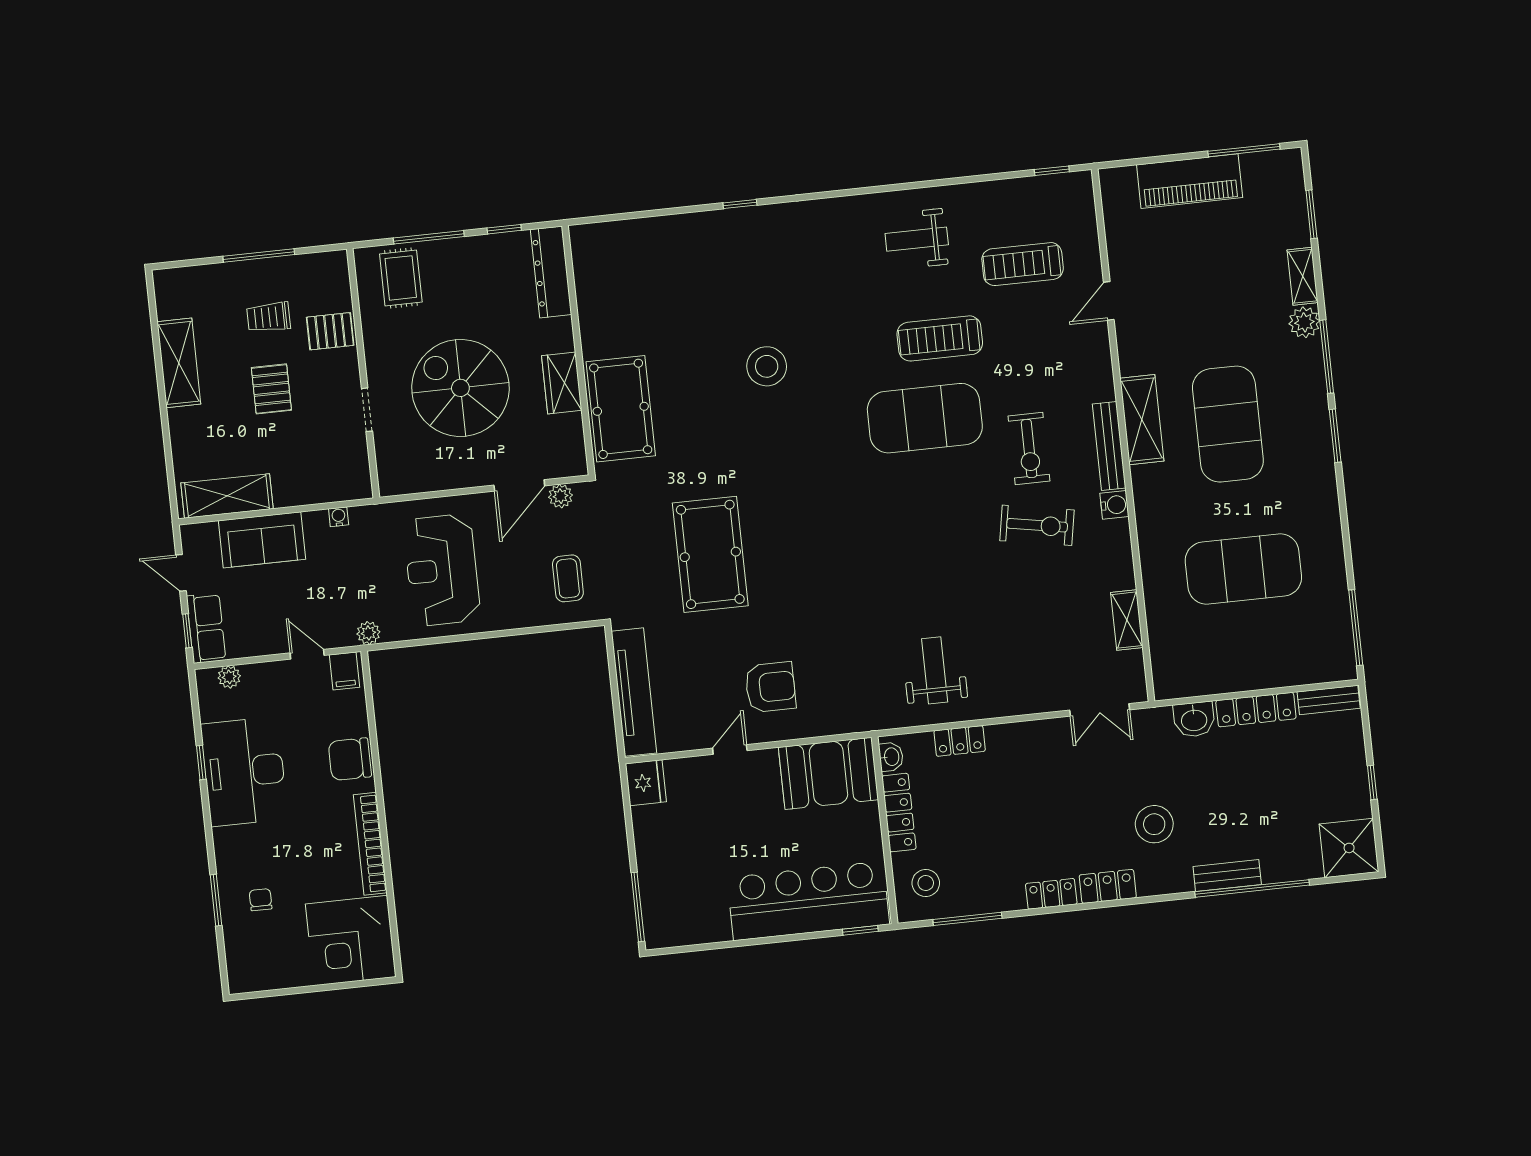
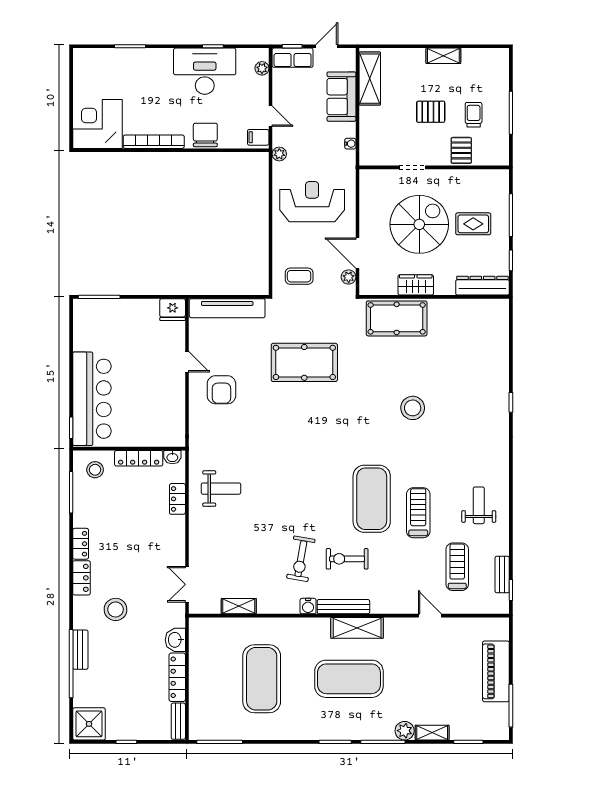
bench: (1027, 188) -> (502, 574), added
rug: (401, 278) -> (473, 224), moved
shelving: (179, 363) -> (443, 56), width x0.67, depth x0.75
door: (307, 654) -> (271, 116), hinge flipped
booth: (828, 773) -> (166, 419), removed
chair: (261, 900) -> (127, 73), removed

